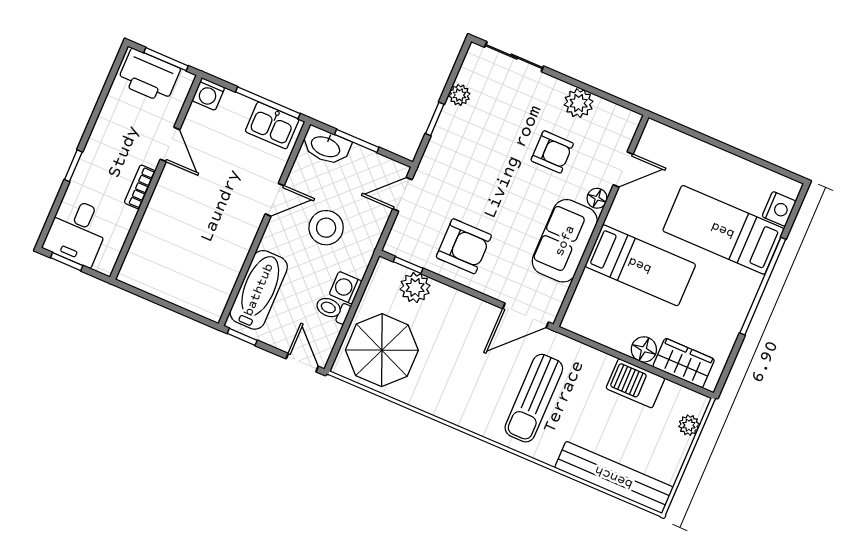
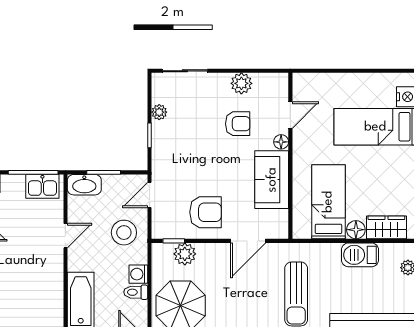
stool: (326, 228) -> (124, 233), moved
bed: (640, 265) -> (328, 202), moved, turned -90
door: (526, 315) -> (248, 241), moved

